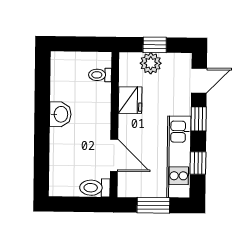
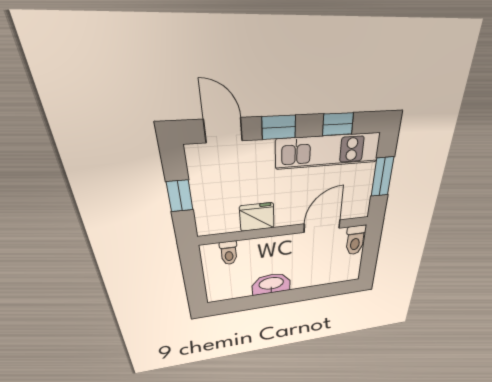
plant: (151, 63) -> (206, 198), removed
washbasin: (60, 114) -> (271, 284), width x1.38

